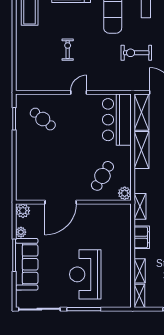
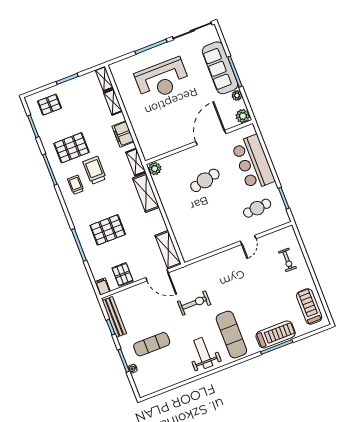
exercise bike: (68, 50) -> (287, 260), moved
door: (79, 92) -> (248, 240), moved
cafe table: (43, 119) -> (257, 208), turned -44
bar counter: (117, 120) -> (253, 163), moved, turned 180
shelving: (142, 150) -> (146, 193), moved
cafe table: (102, 176) -> (205, 180), moved, turned 46
reception desk: (85, 274) -> (162, 79), turned 90

